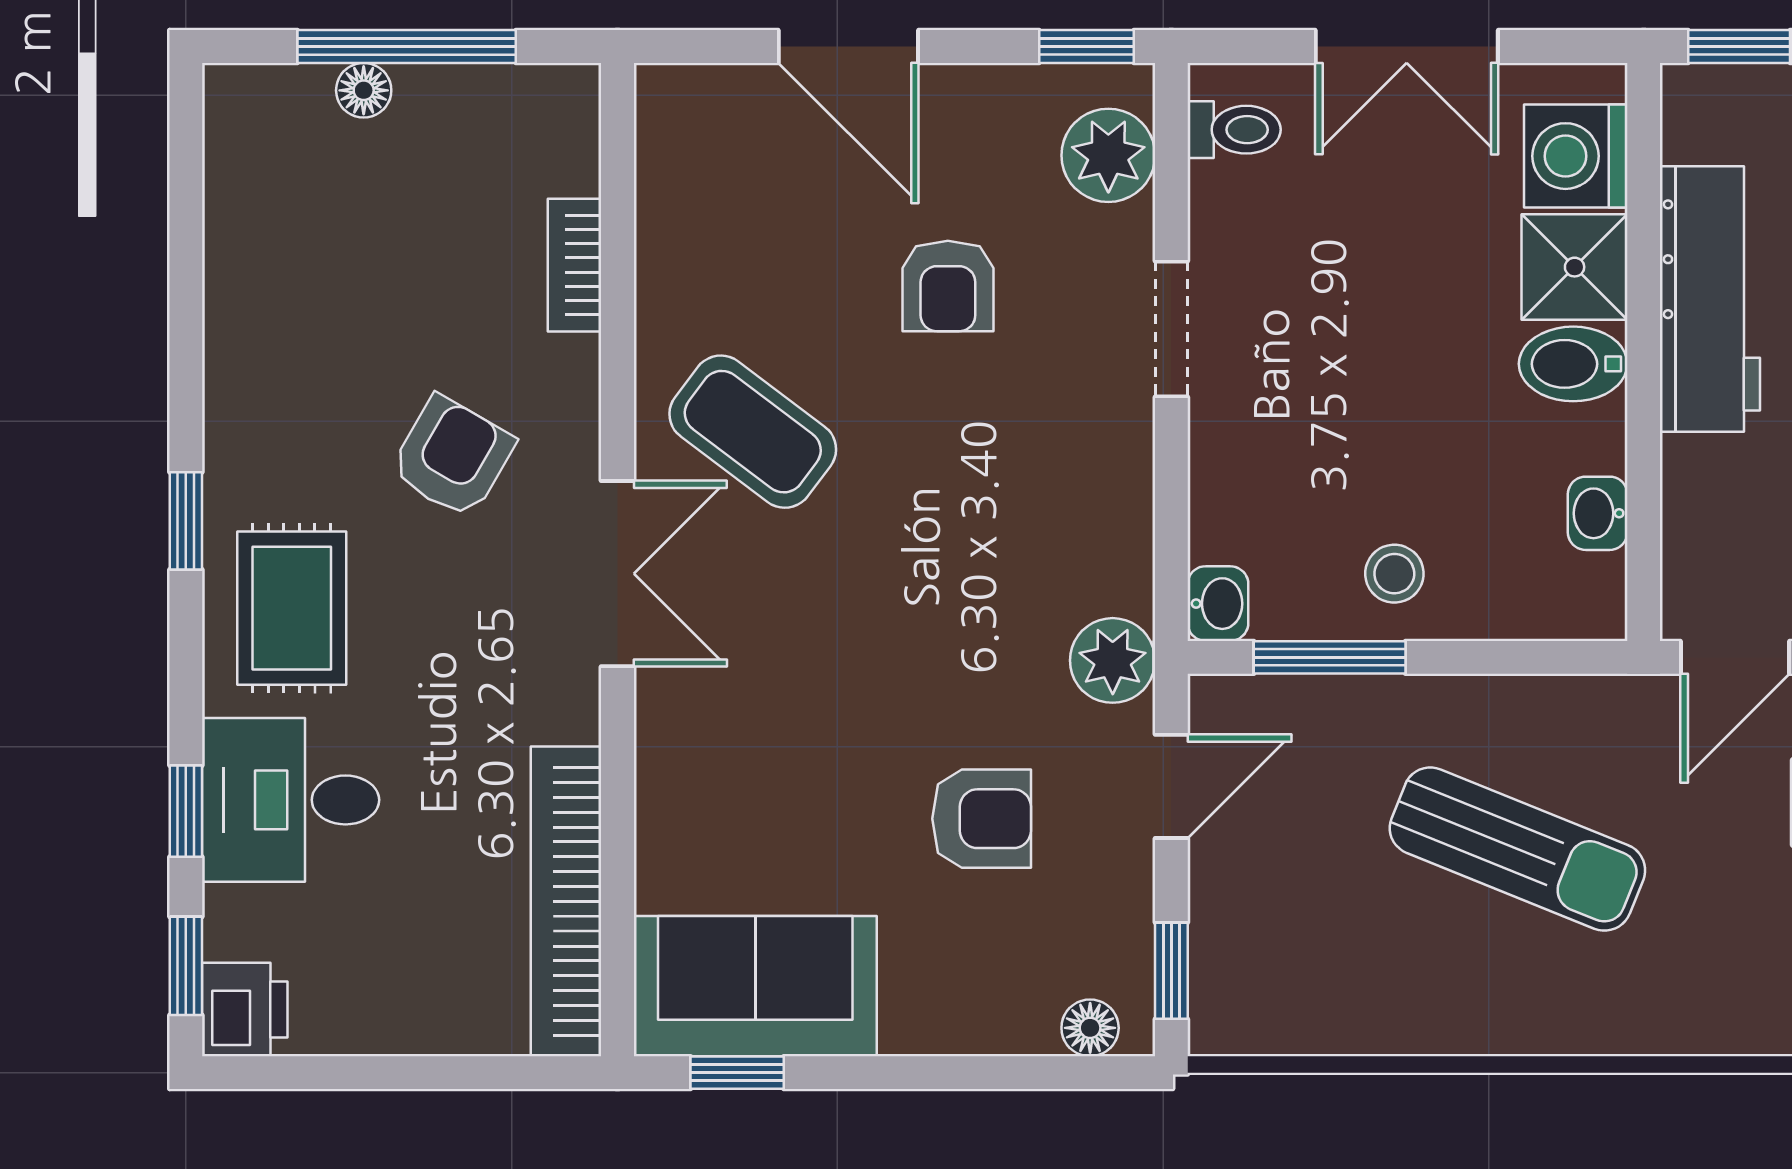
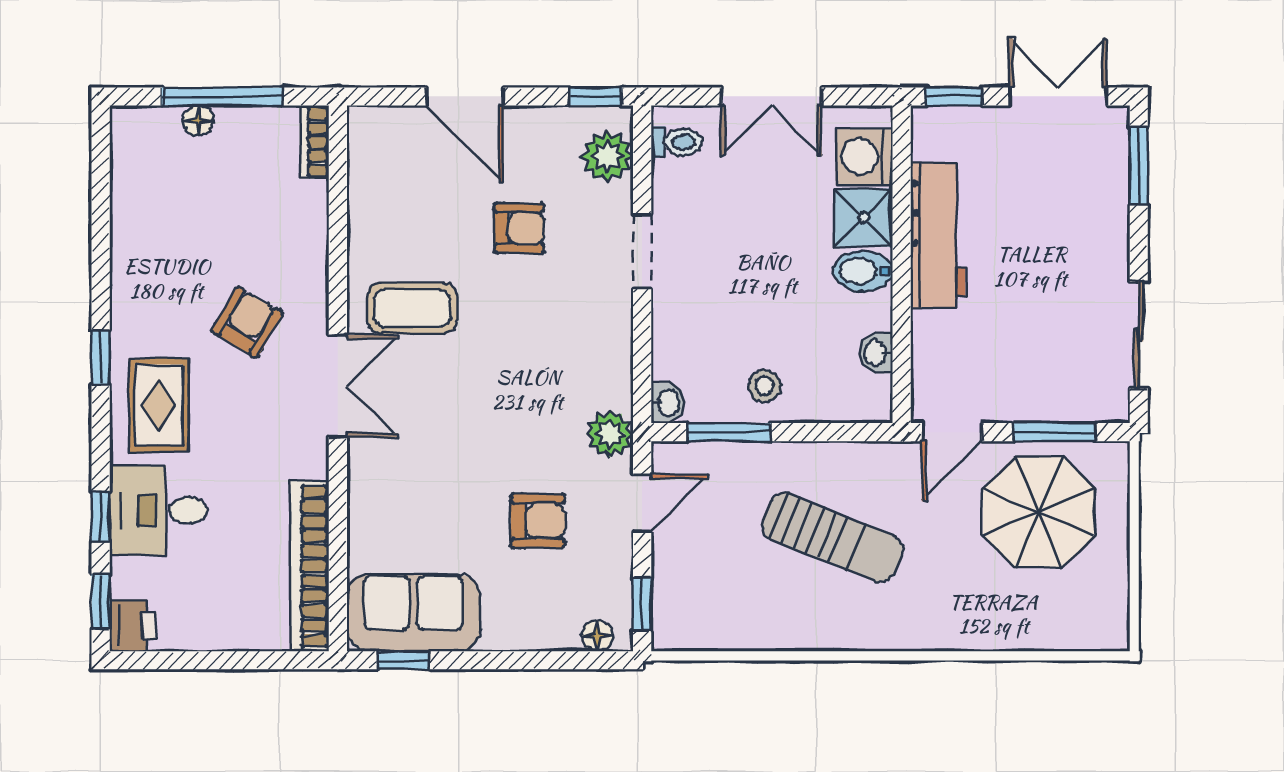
bookcase: (575, 265) -> (314, 142), moved
armchair: (948, 286) -> (519, 228), turned -90
coffee table: (753, 432) -> (412, 308), turned -37

